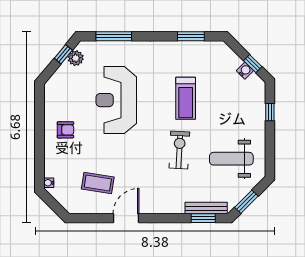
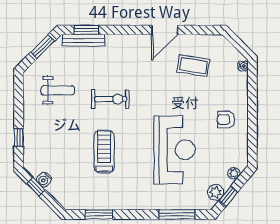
plant: (58, 77) -> (234, 173), added
exercise bike: (179, 150) -> (111, 99), turned -93
weight bench: (231, 159) -> (58, 90), width x0.73, depth x0.75

